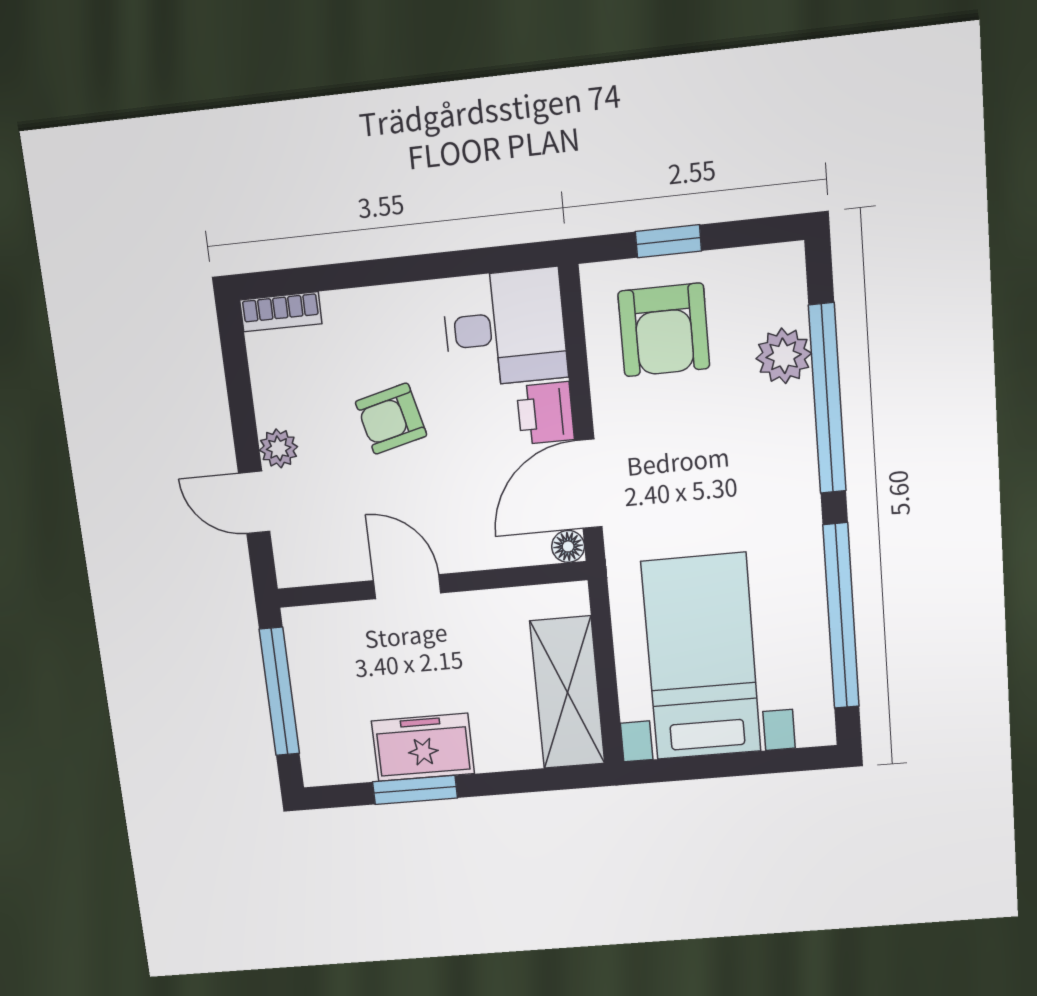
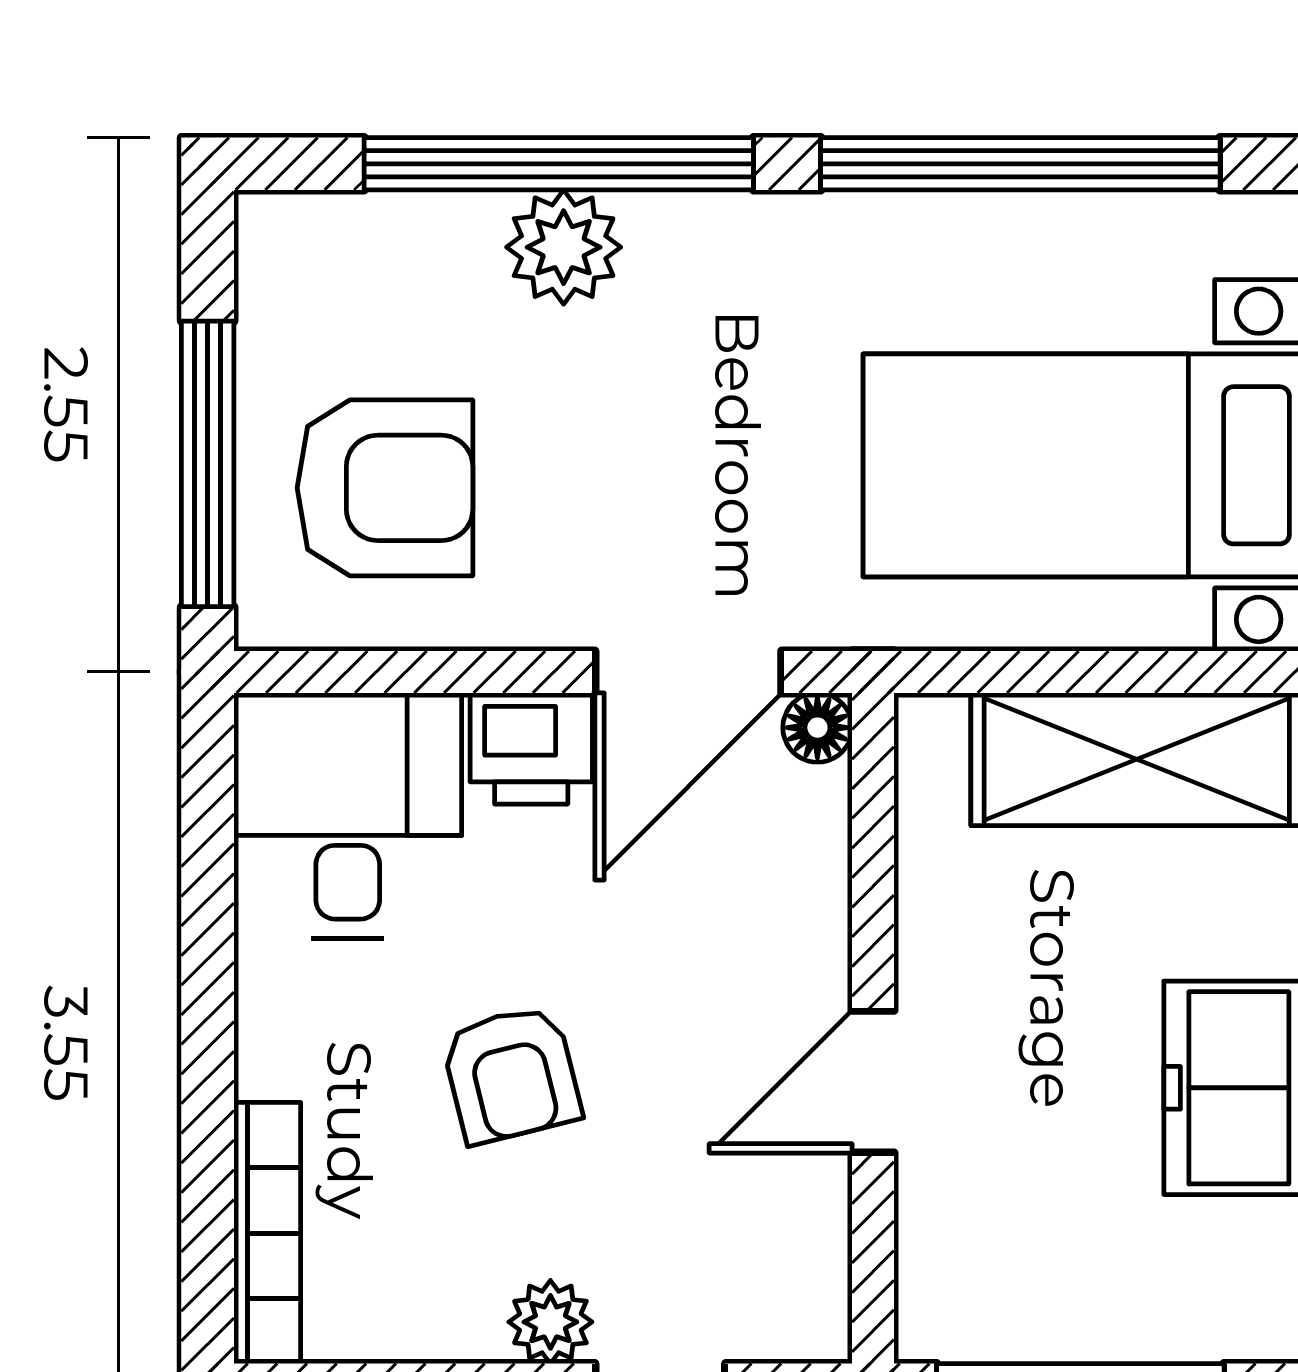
window: (668, 241) -> (208, 464), width x2.17
bookcase: (281, 312) -> (267, 1233), width x1.56
plant: (784, 356) -> (564, 247), moved
door: (589, 484) -> (688, 672), hinge flipped

